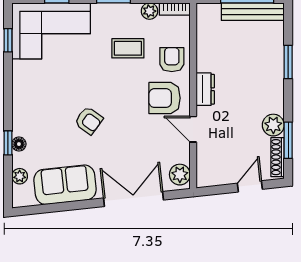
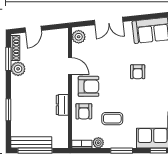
dresser: (205, 89) -> (62, 105), moved
armchair: (89, 121) -> (138, 72), turned -126
double door: (133, 199) -> (109, 21), width x0.73

